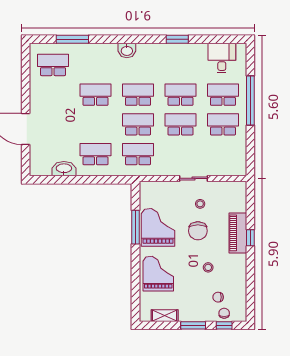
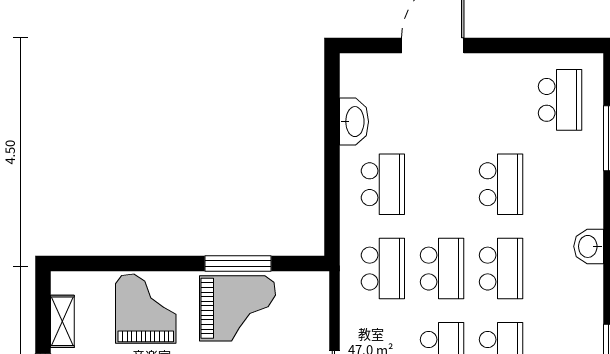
grand piano: (158, 274) -> (146, 309), turned -90

